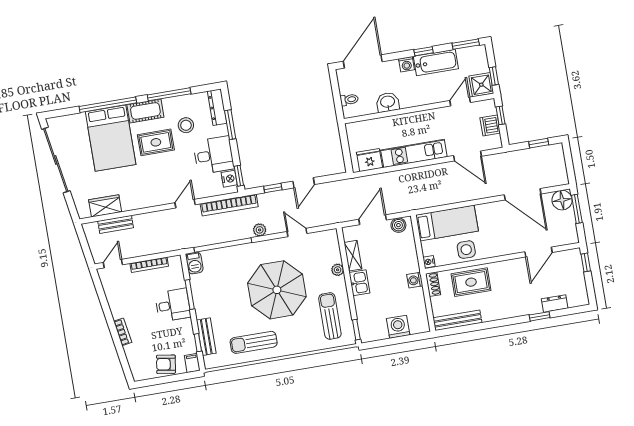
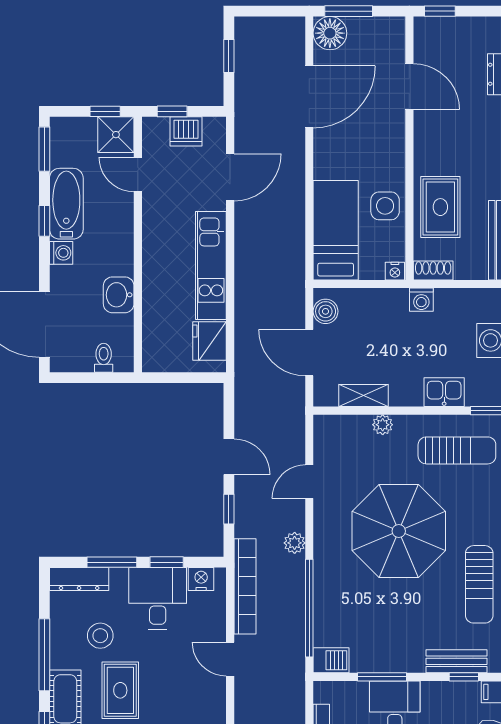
window: (239, 176) -> (167, 562), moved
kitchen sink: (359, 283) -> (444, 392), moved
sun lounger: (330, 316) -> (457, 450), turned 180

